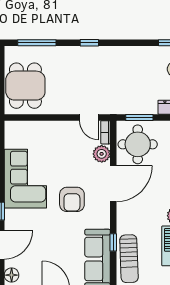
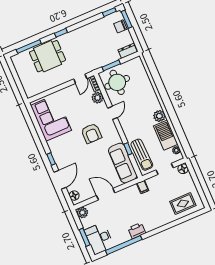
dining table: (25, 86) -> (47, 56), moved, turned 90
door: (89, 117) -> (80, 79), hinge flipped
corner sofa: (25, 179) -> (51, 118), moved
door: (113, 184) -> (113, 113), width x0.53

